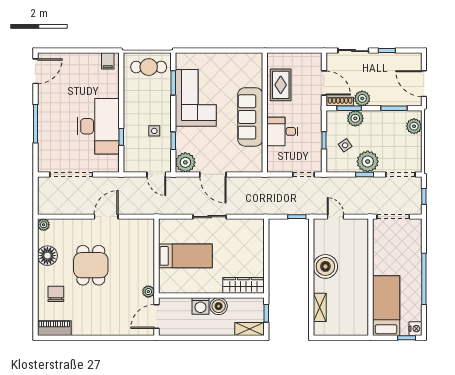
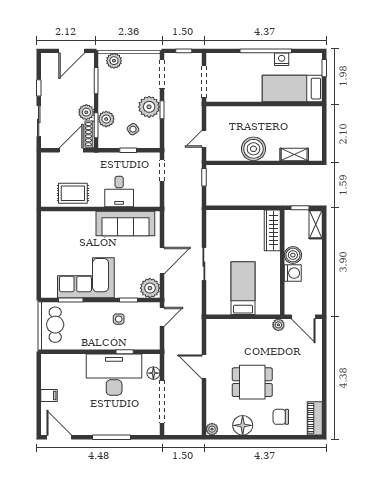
filing cabinet: (108, 61) -> (49, 395), moved
sofa: (250, 117) -> (125, 224), moved
floor lamp: (100, 166) -> (153, 373), added
nightstand: (415, 329) -> (282, 59), moved

